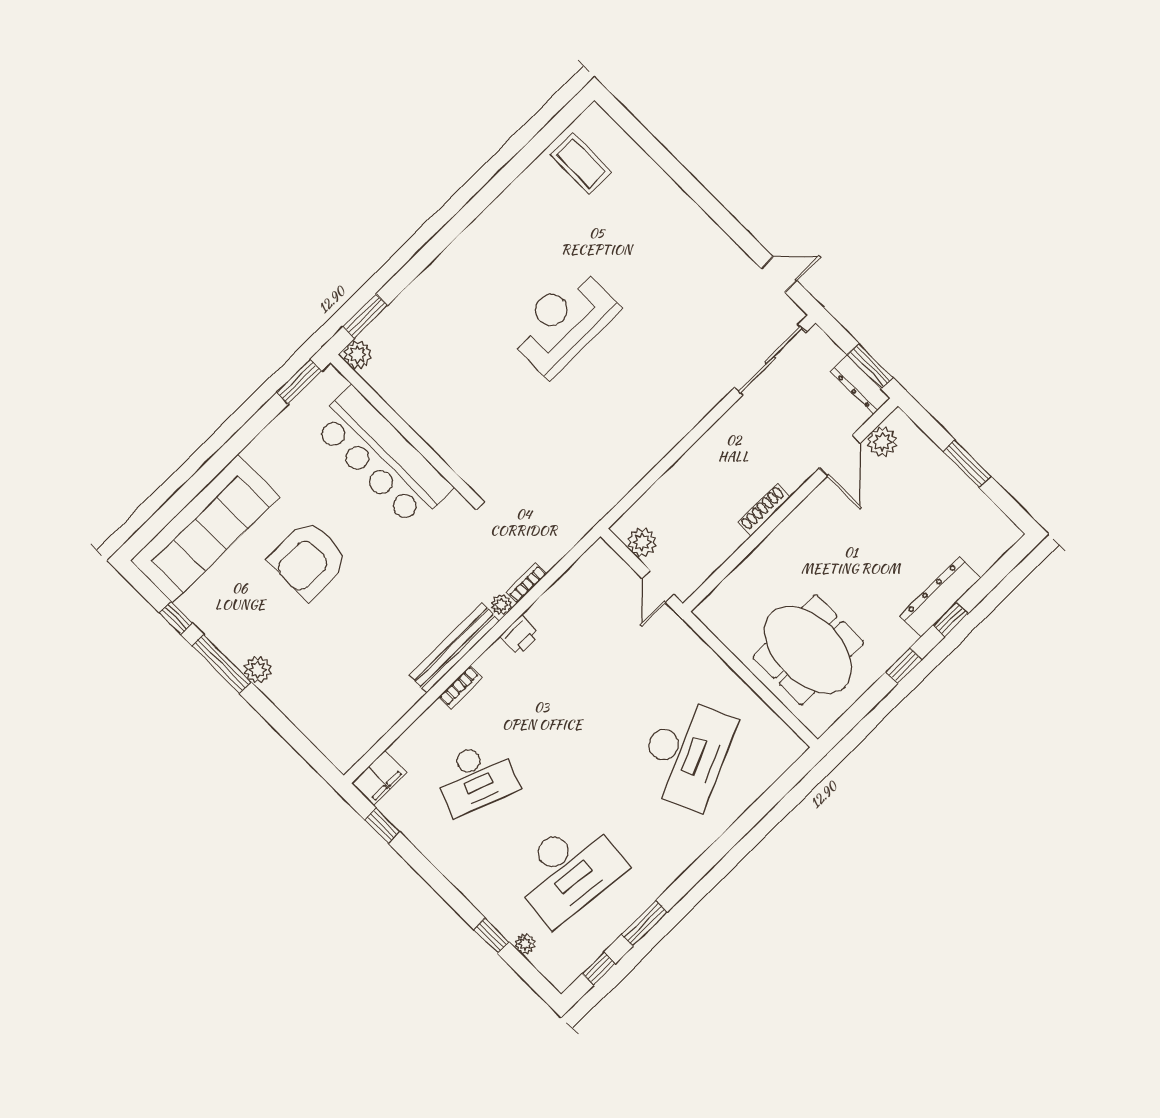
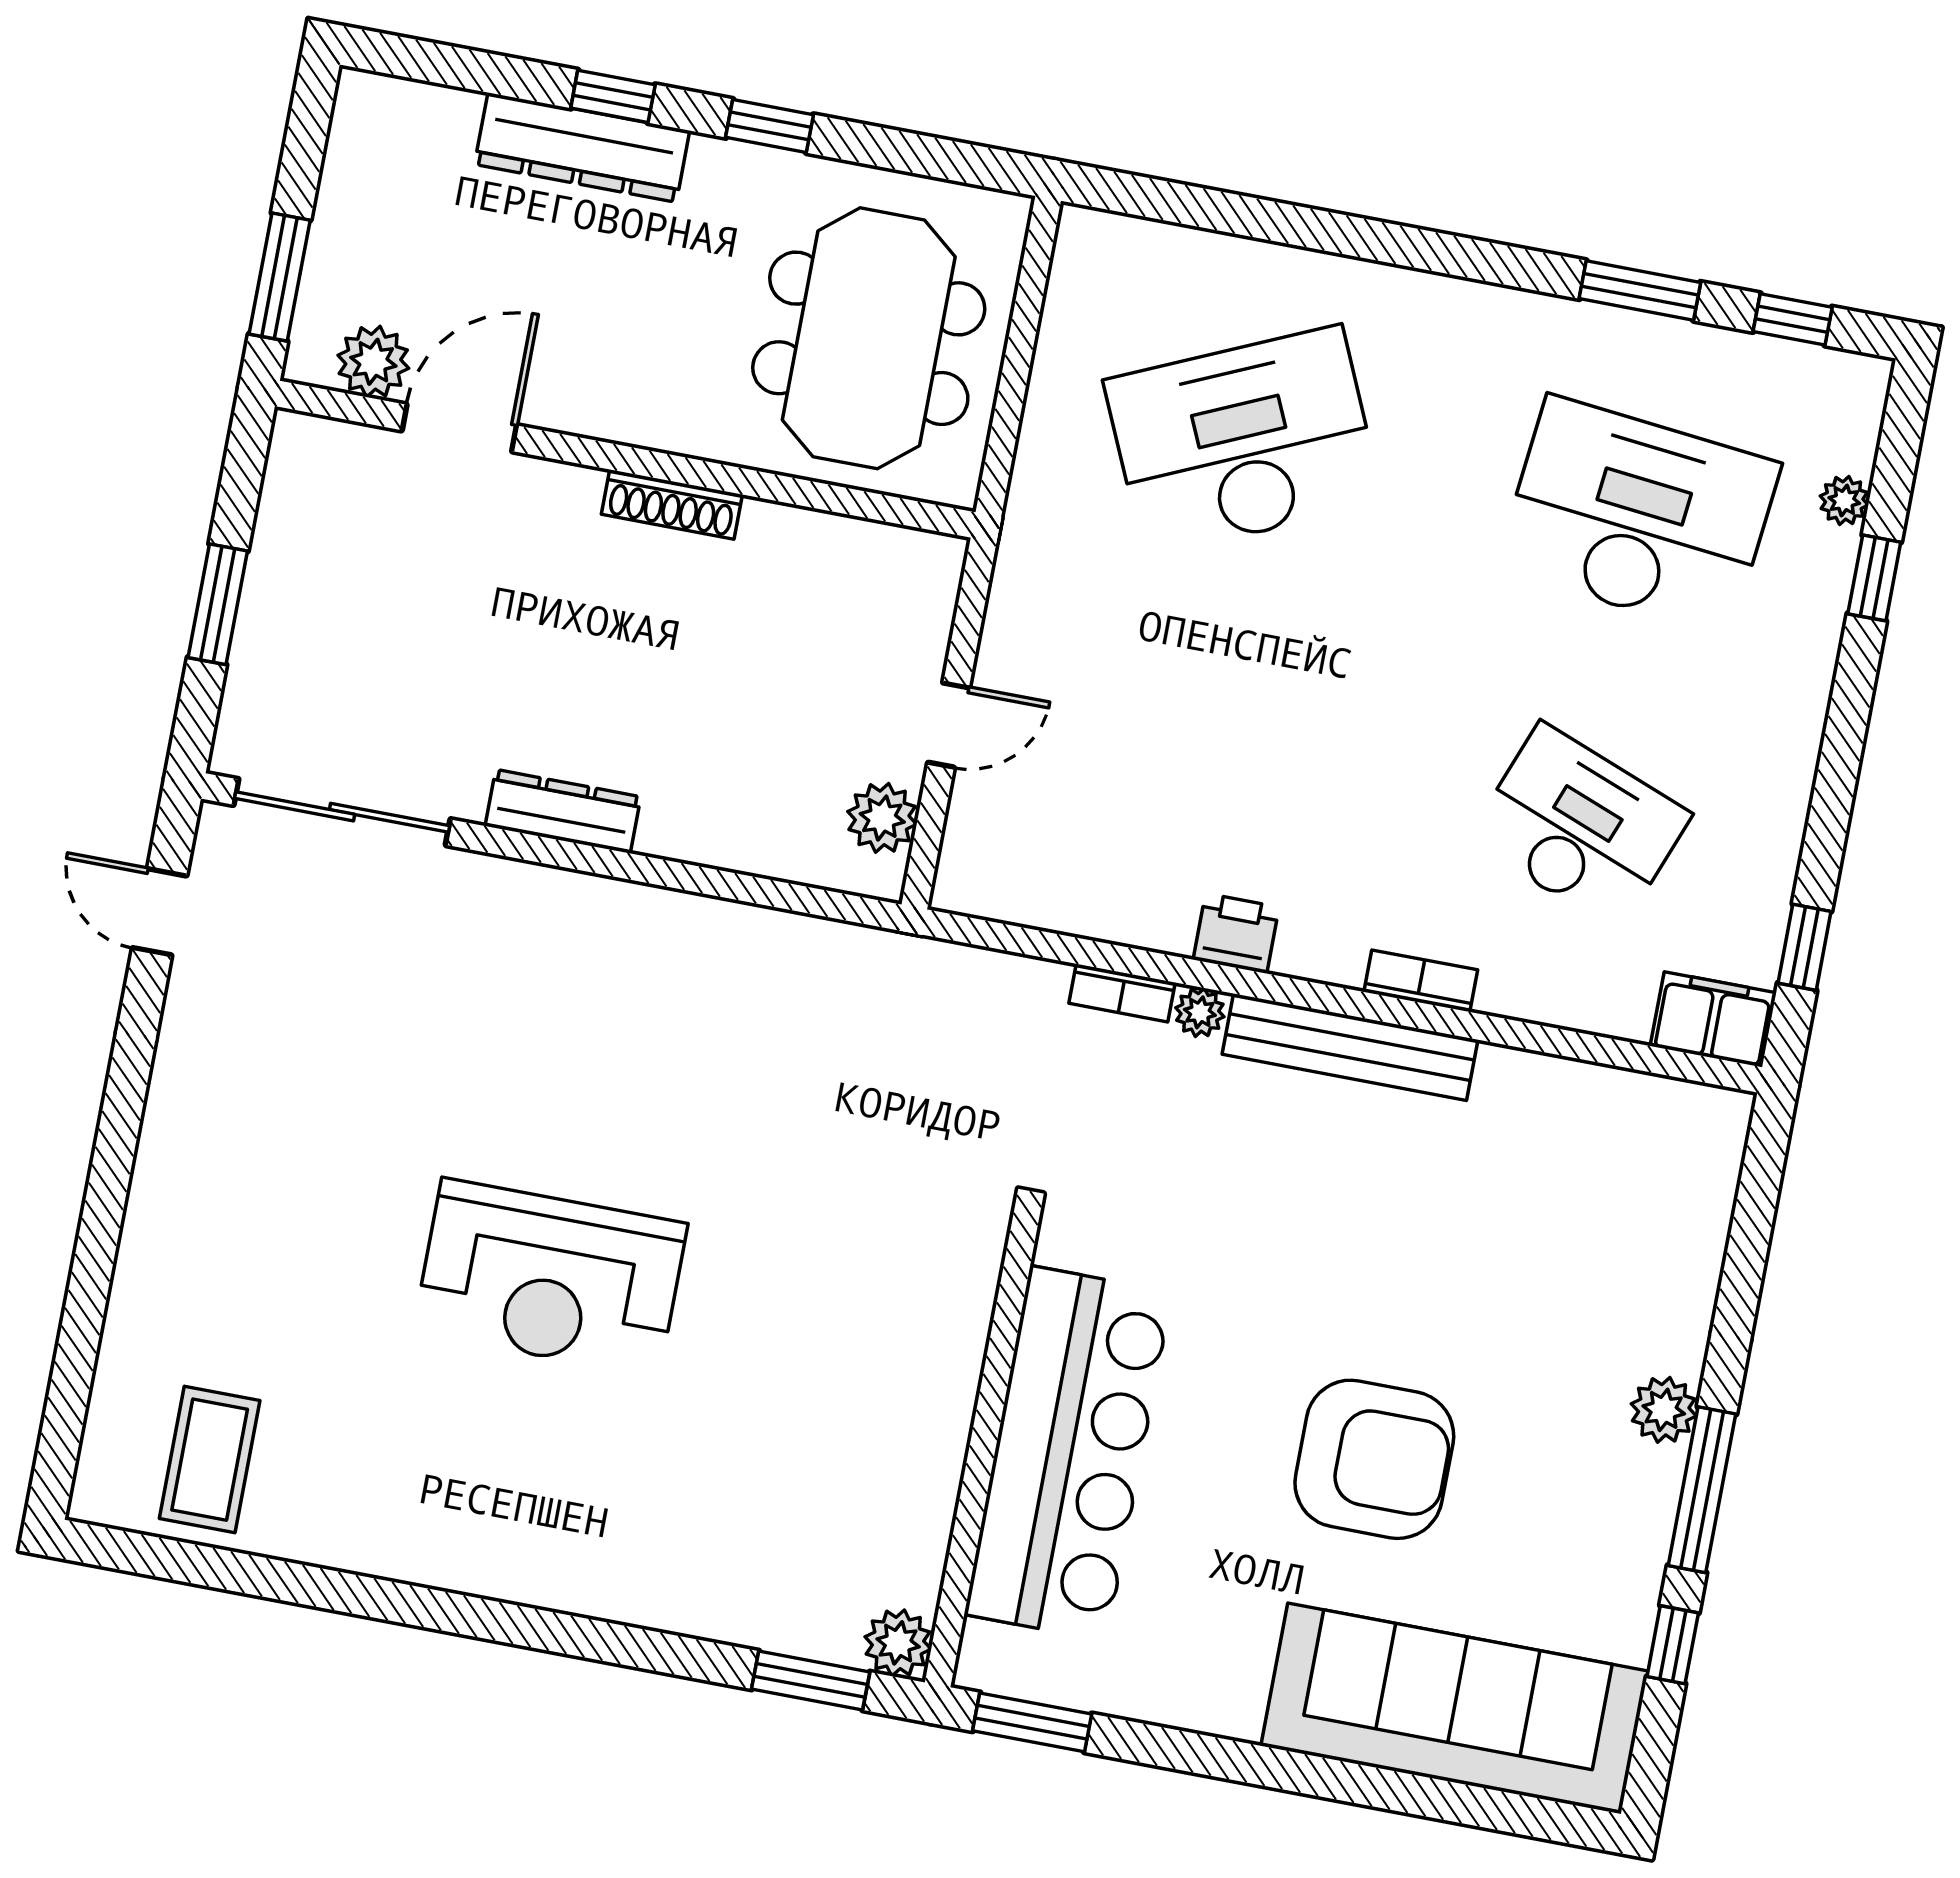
dresser: (860, 385) -> (563, 811), moved, turned -90
plant: (882, 442) -> (373, 362), moved
door: (840, 456) -> (459, 428), moved
wall: (790, 505) -> (625, 459), moved
shoe rack: (764, 510) -> (672, 504), moved

